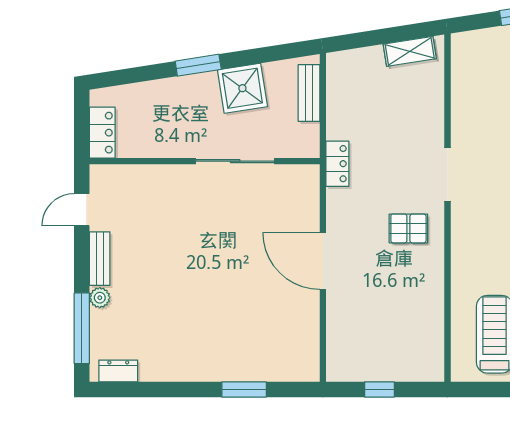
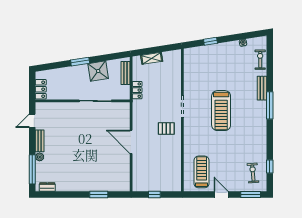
shelving: (410, 51) -> (152, 58), moved
locker: (337, 164) -> (137, 90), moved

